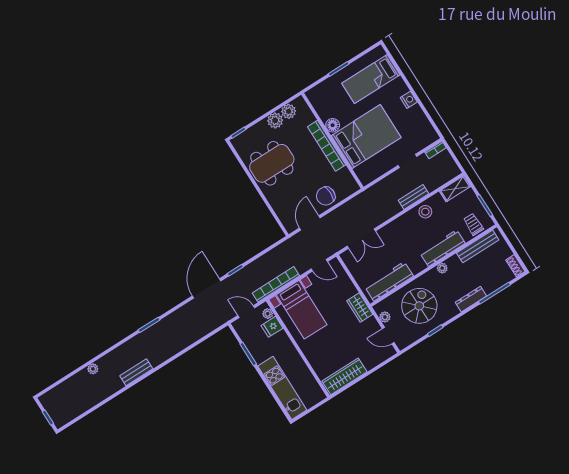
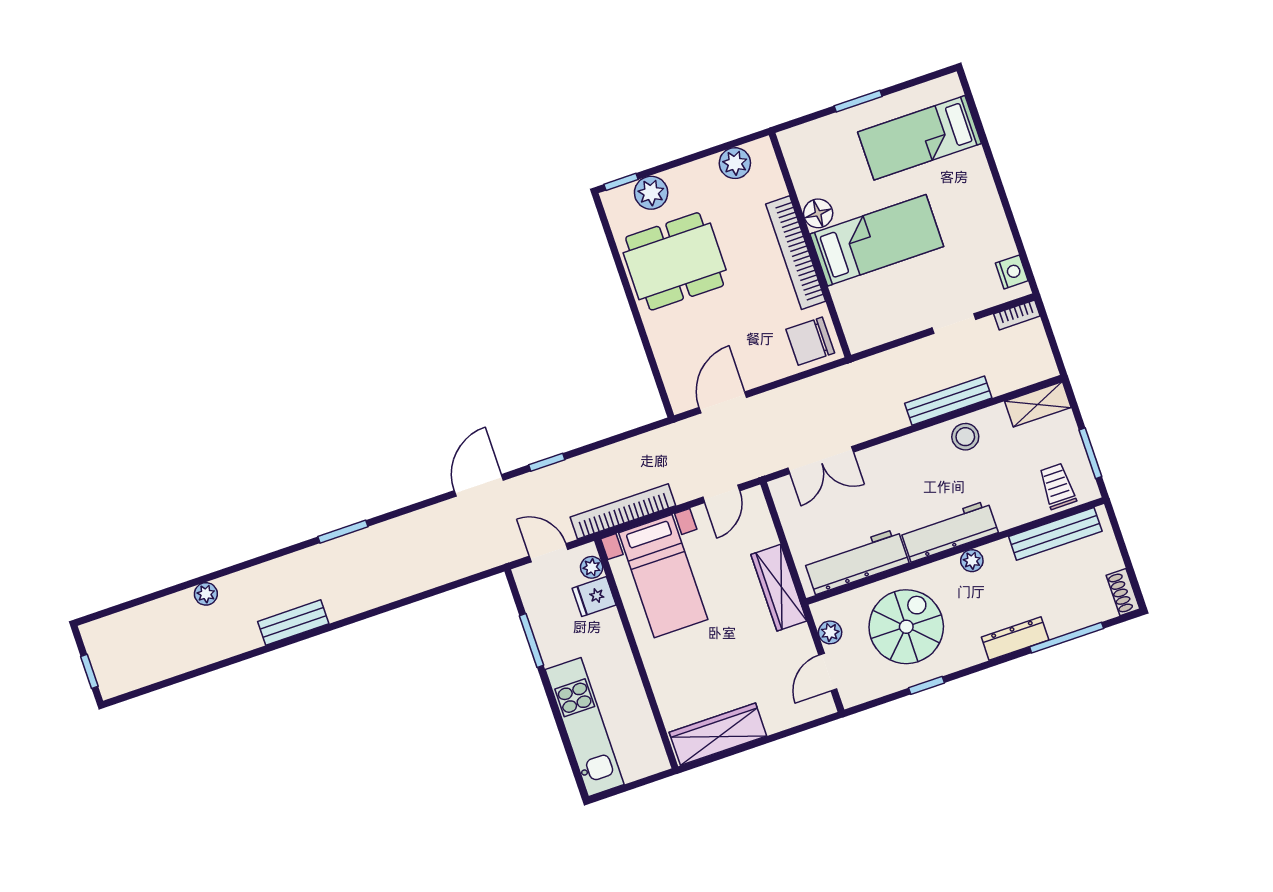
nightstand: (409, 100) -> (1012, 272), moved
plant: (275, 120) -> (651, 193), moved
bed: (366, 137) -> (877, 240), width x0.67
chair: (326, 196) -> (810, 341), moved
bench: (413, 197) -> (948, 401), width x1.36
workbench: (443, 248) -> (949, 531), moved
door: (319, 265) -> (721, 494), hinge flipped
door: (207, 288) -> (479, 485), width x0.73
wardrobe: (360, 308) -> (779, 588), width x1.50
door: (388, 336) -> (828, 672), hinge flipped

